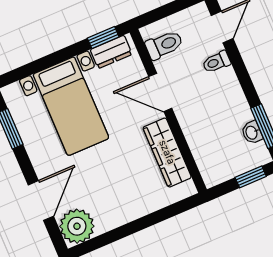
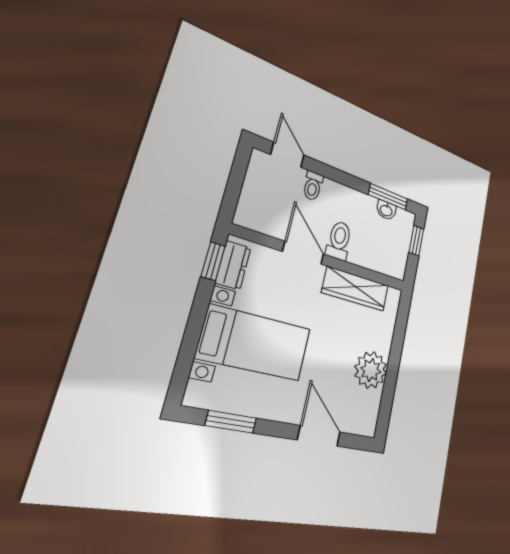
toilet: (164, 45) -> (339, 240), moved
door: (160, 92) -> (303, 253), swing flipped
plant: (77, 226) -> (371, 370), moved

